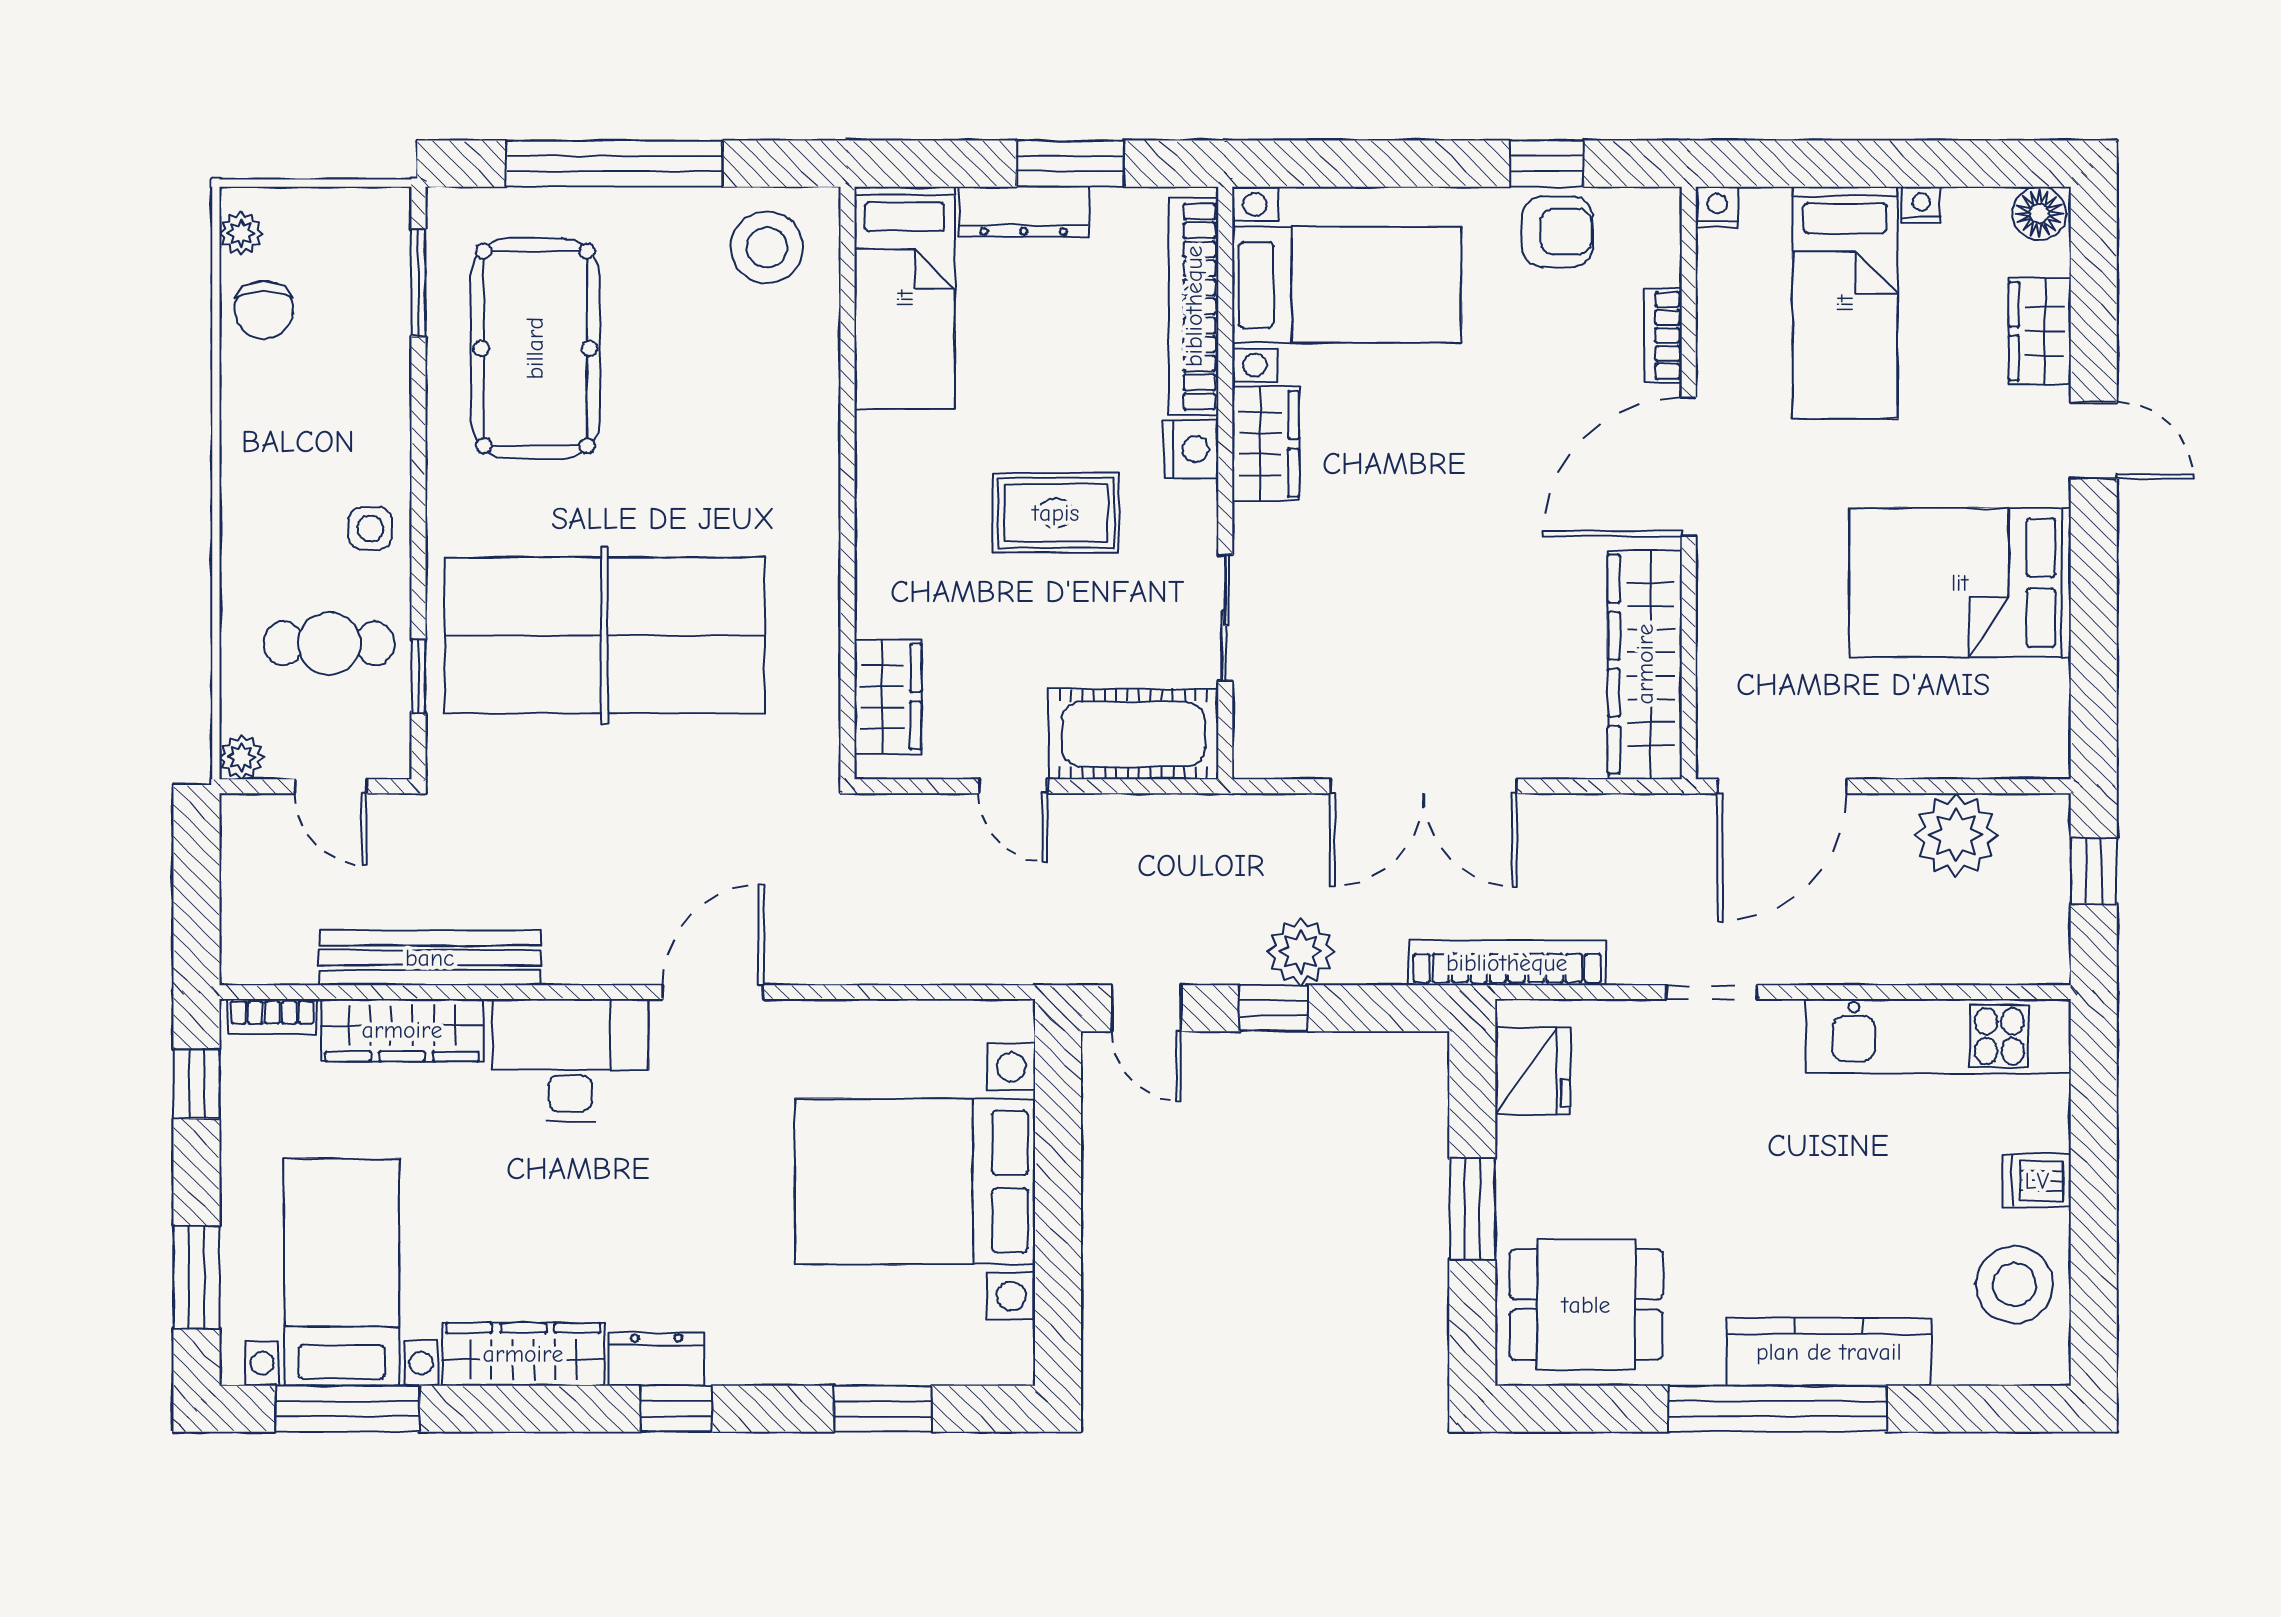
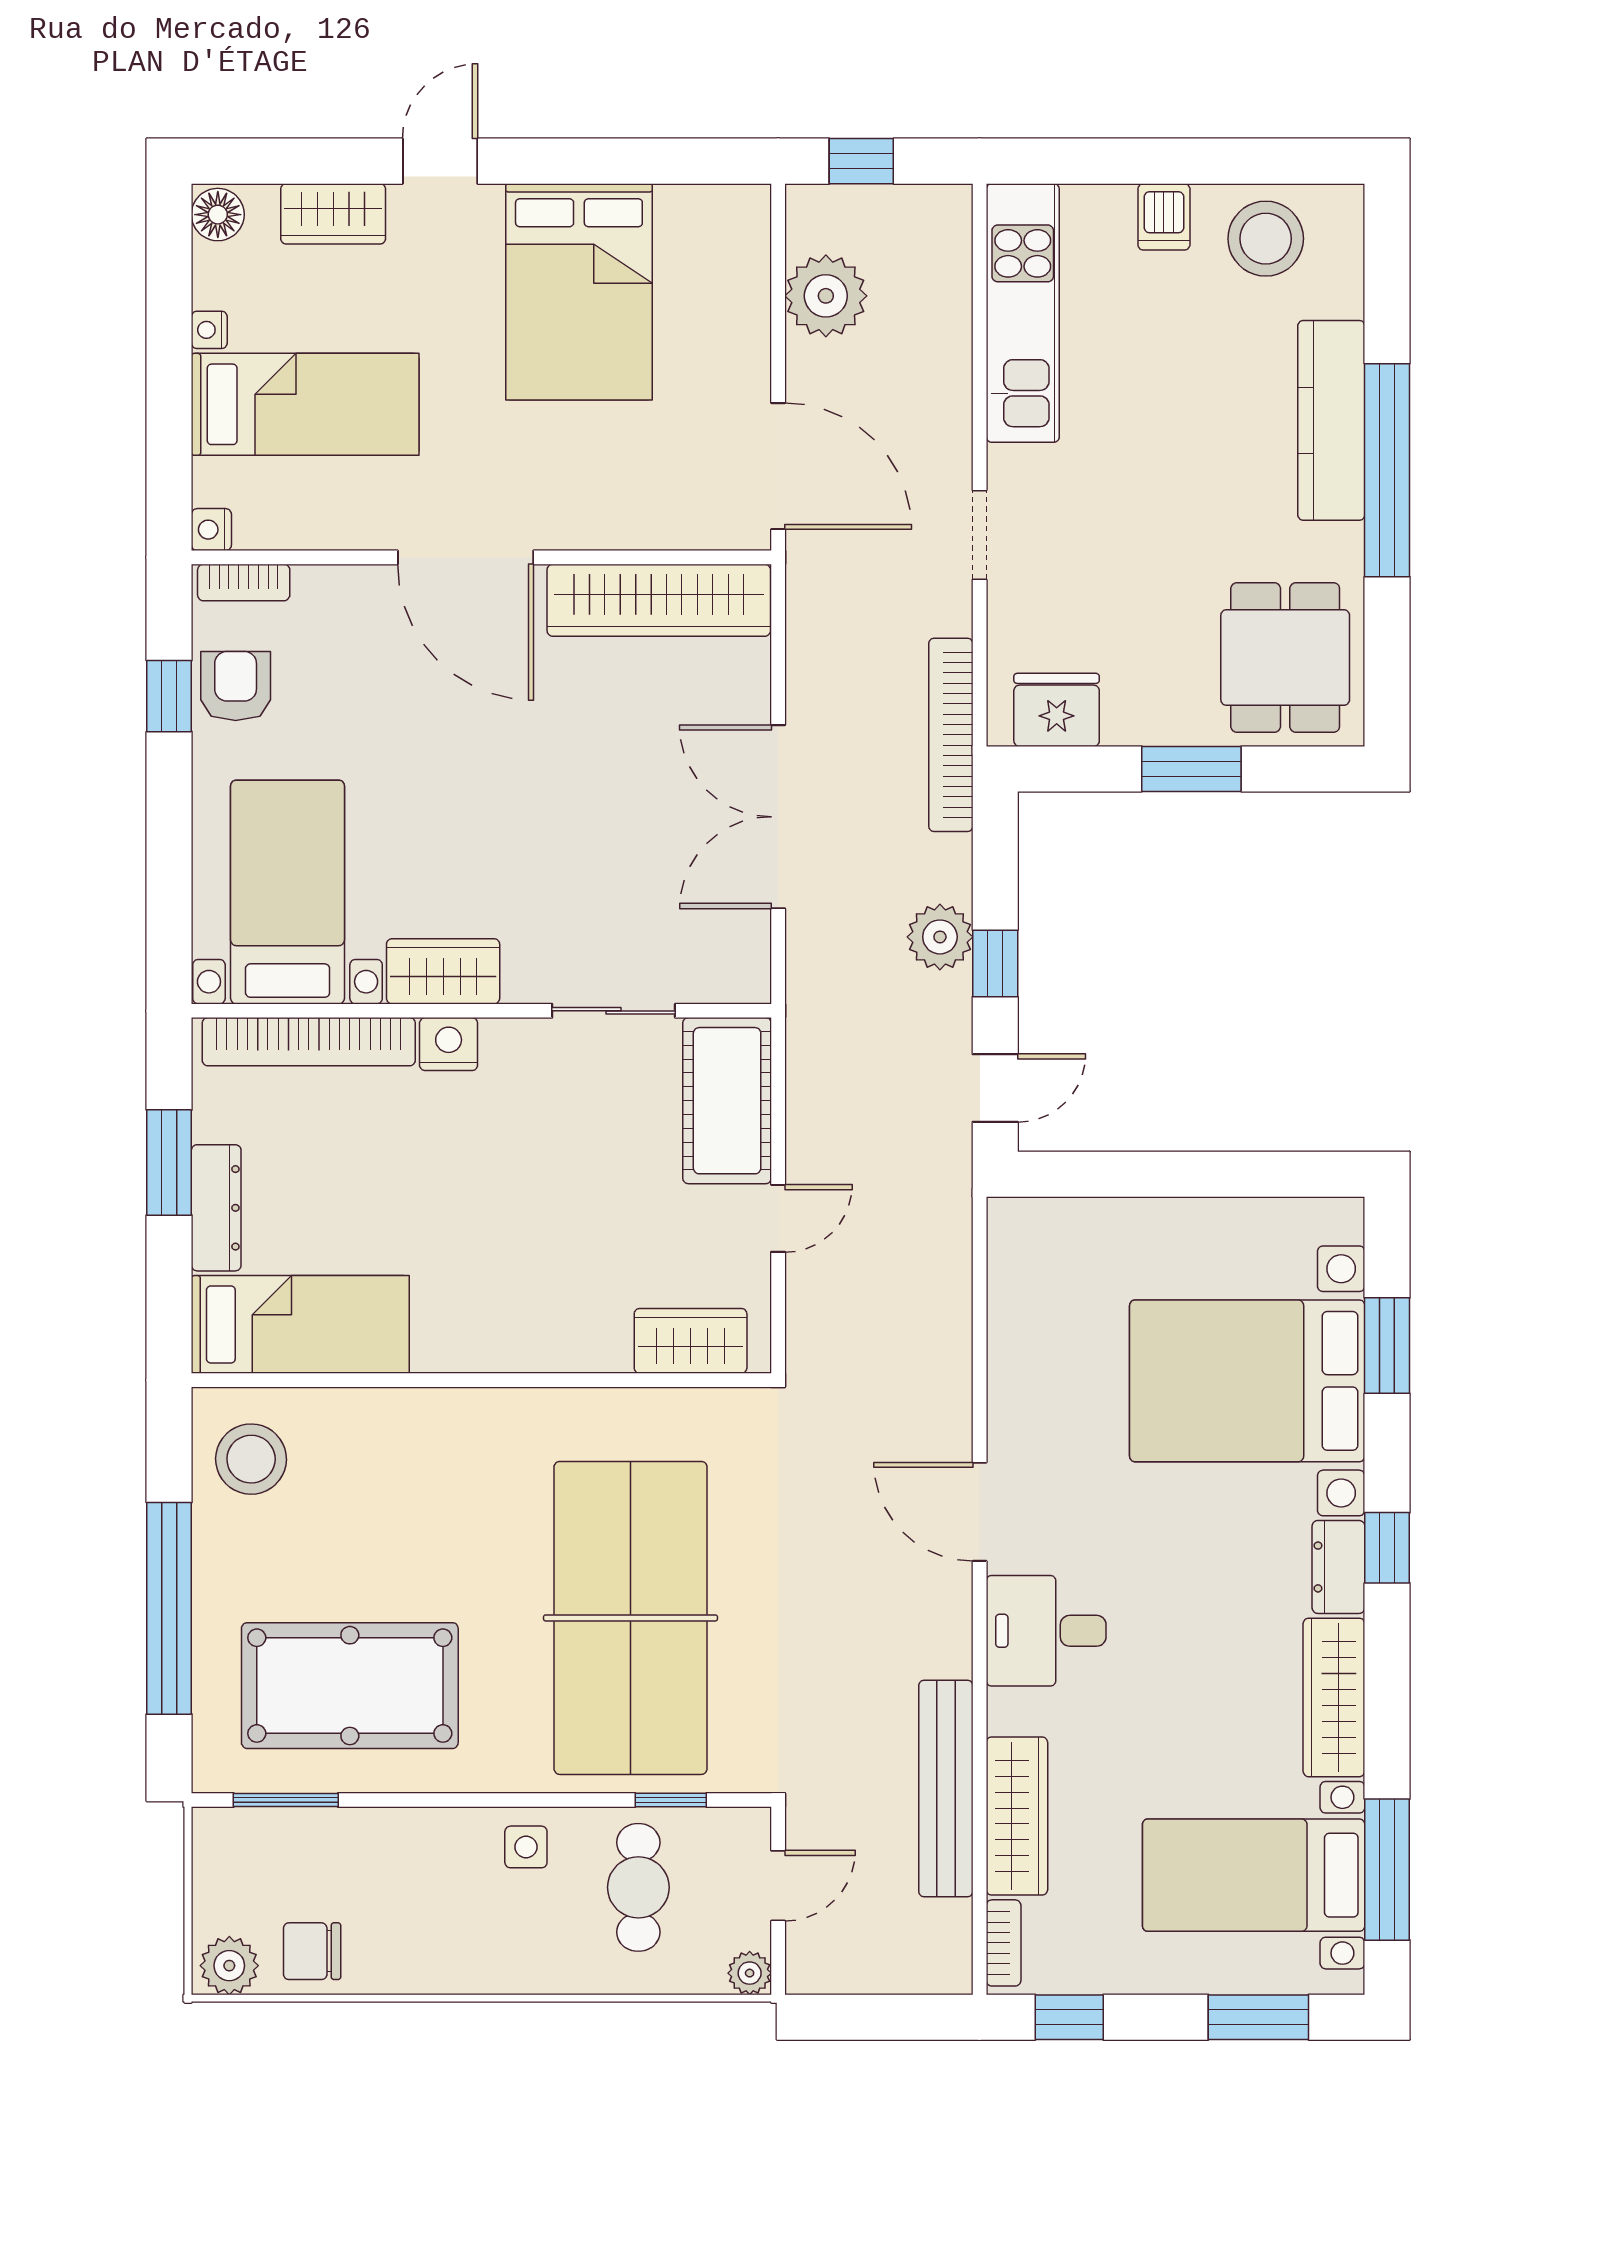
plant: (241, 233) -> (229, 1966), width x1.38, depth x1.38
chair: (264, 310) -> (312, 1951), turned 180
bookcase: (1663, 335) -> (244, 582), moved
rug: (1056, 513) -> (511, 1176), removed
double door: (1424, 786) -> (778, 817), swing flipped
desk: (570, 1060) -> (1046, 1631), width x0.73
bed with nightstands: (915, 1181) -> (1247, 1381), moved, turned 90

